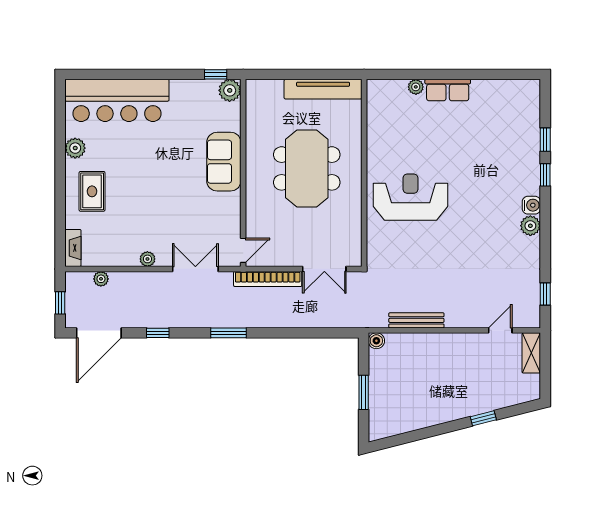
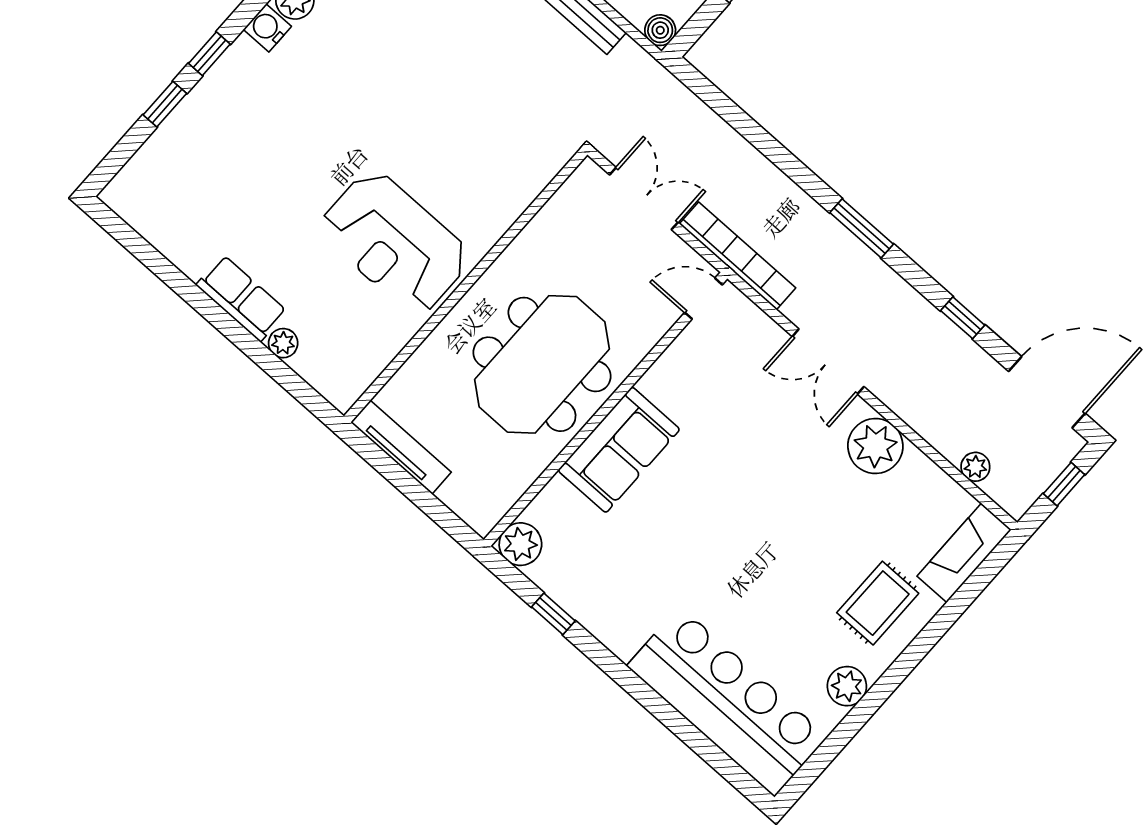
tv unit: (323, 89) -> (401, 447), width x0.73, depth x0.78
plant: (230, 90) -> (520, 544), moved
sofa: (224, 162) -> (619, 450), moved
wall: (243, 173) -> (606, 409), moved
reception desk: (411, 197) -> (395, 242), moved
fireplace: (73, 248) -> (964, 553), width x1.37, depth x1.32
door: (243, 250) -> (703, 299), moved
plant: (147, 259) -> (875, 446), width x1.88, depth x1.88

